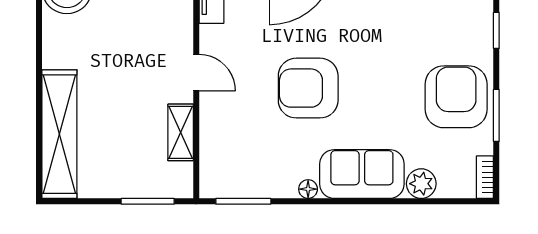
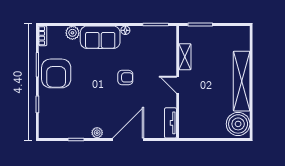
armchair: (308, 88) -> (125, 77), width x0.53, depth x0.53
shelving: (59, 134) -> (242, 81), moved

